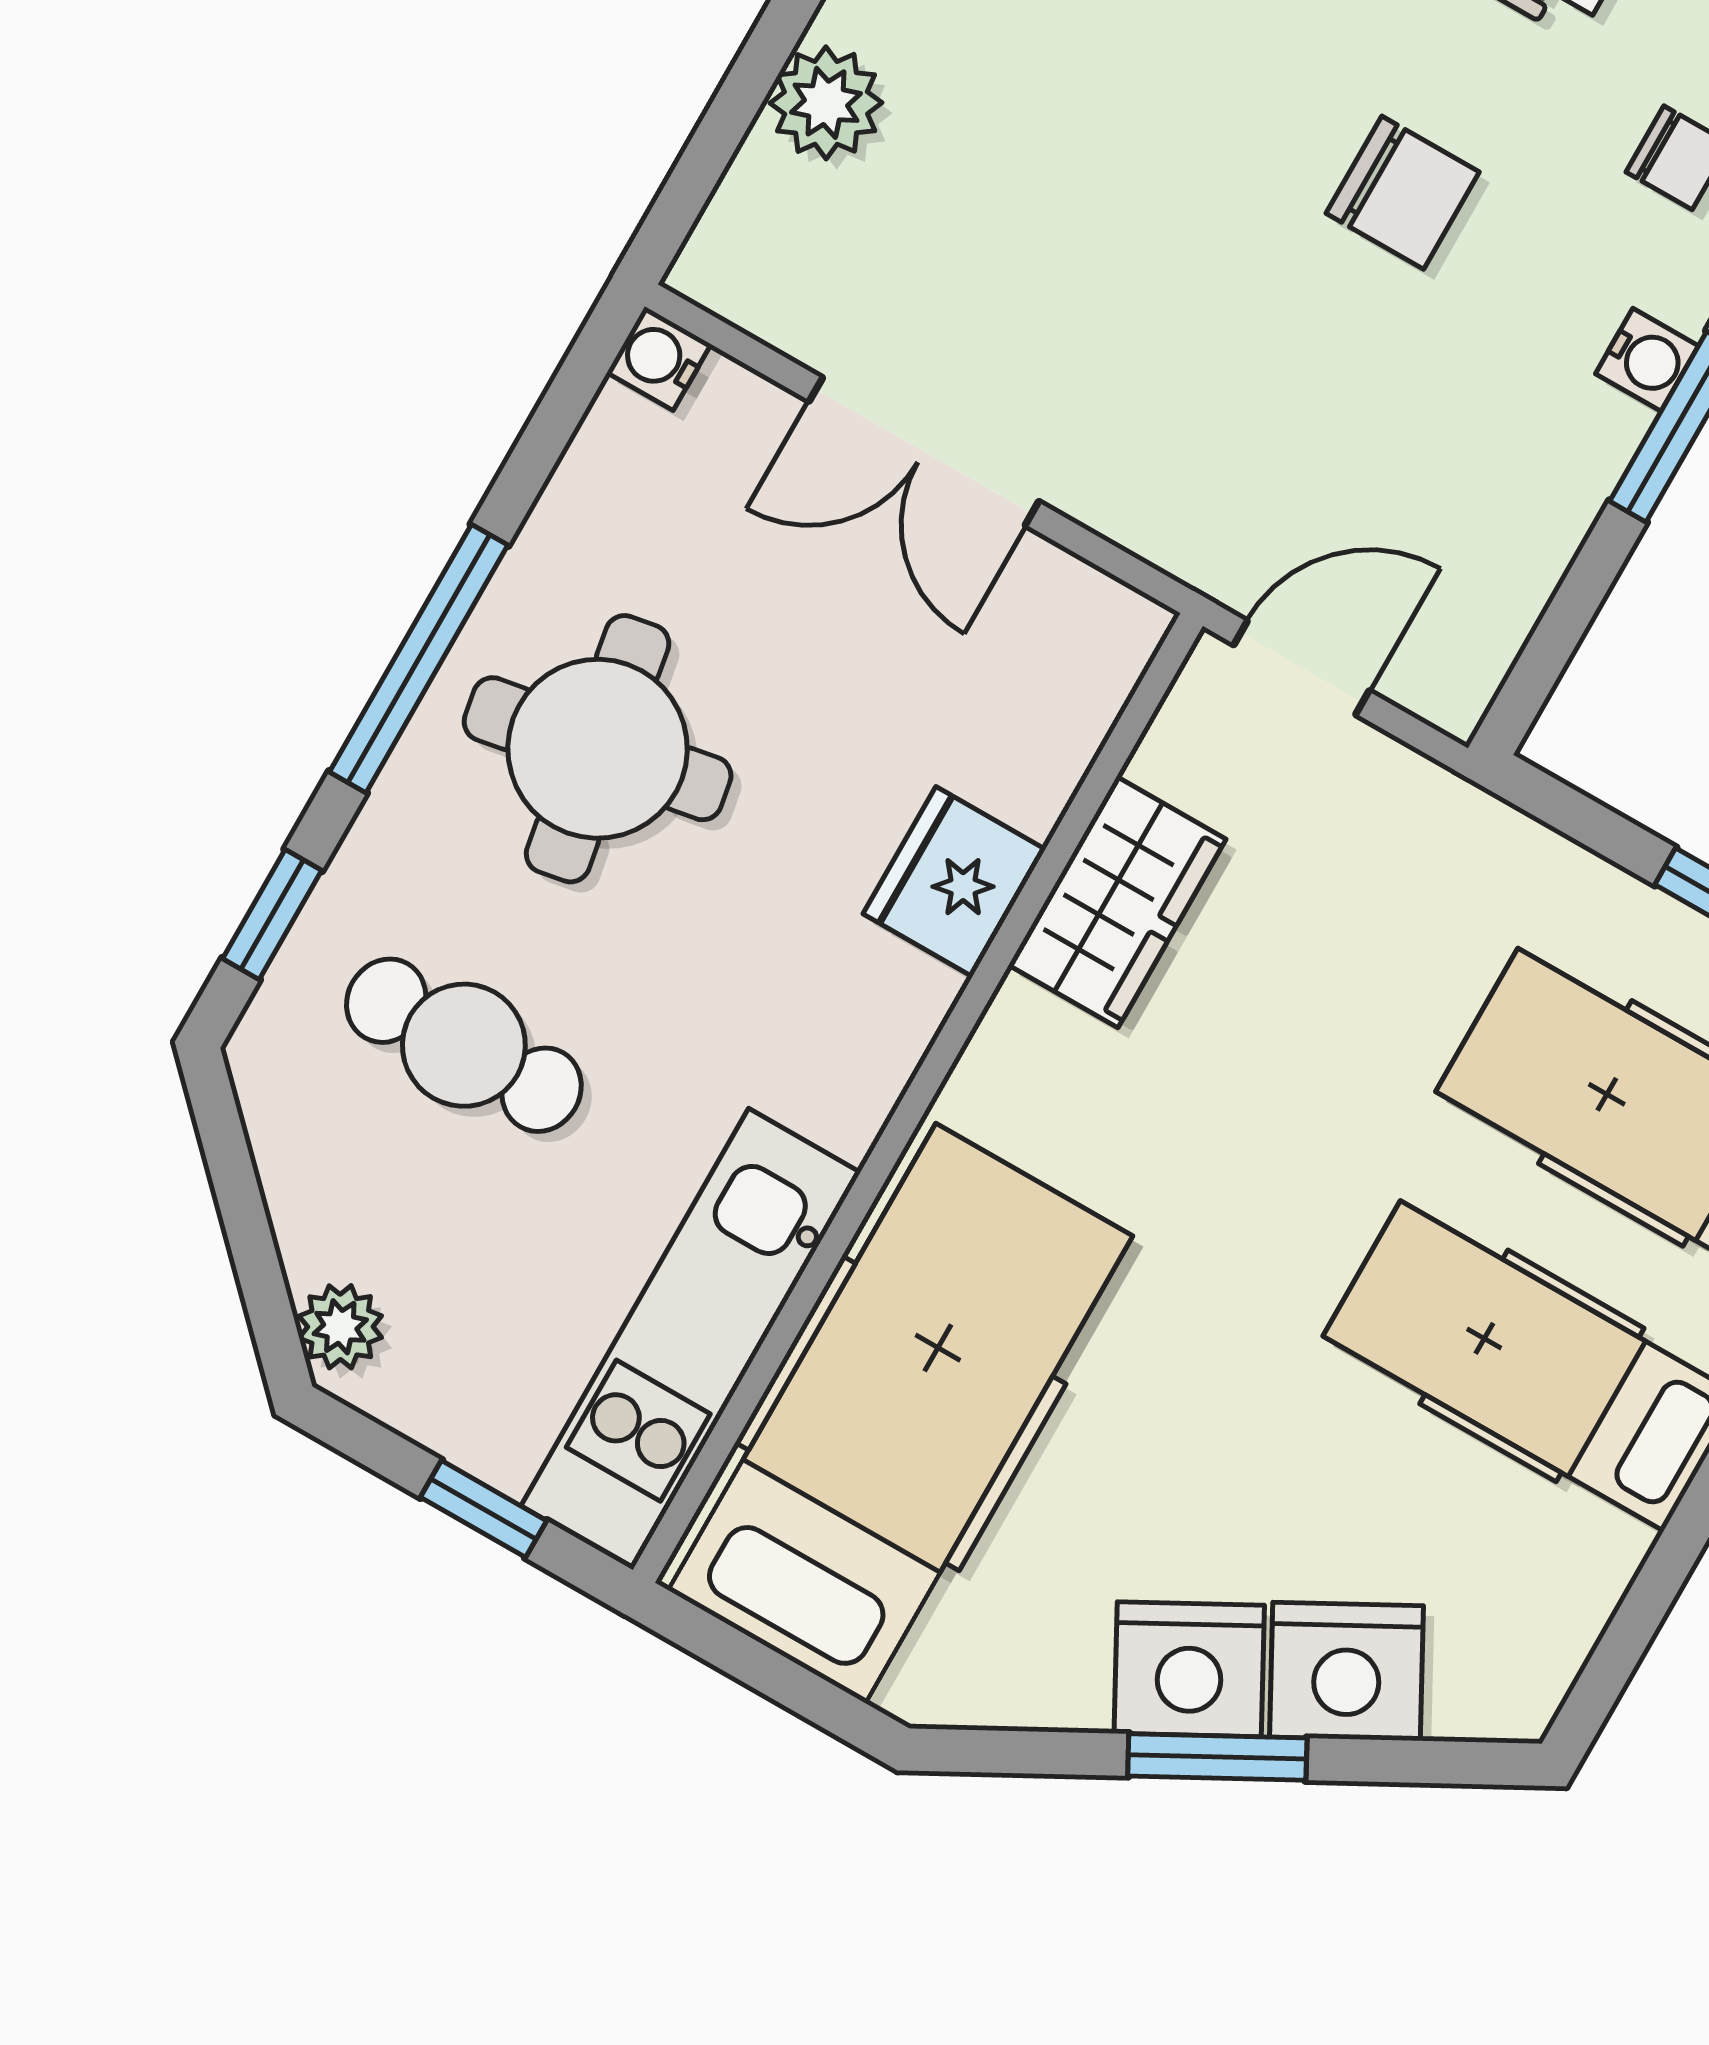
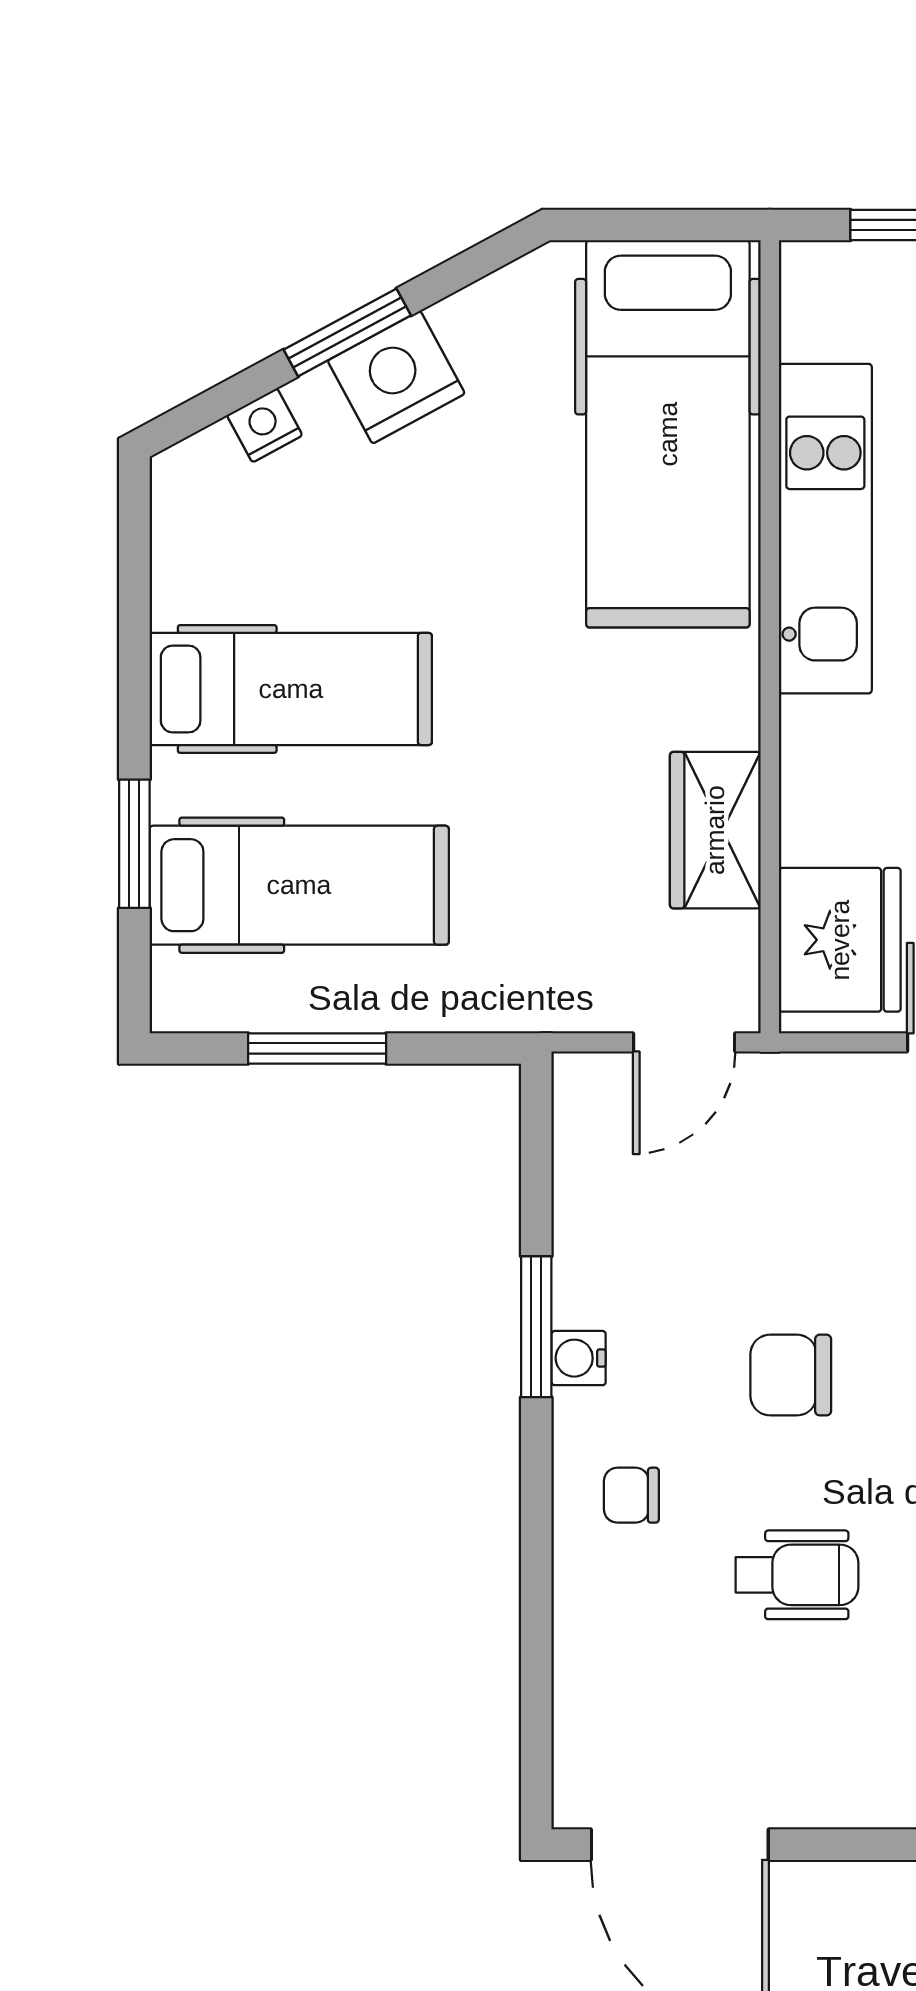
fridge: (954, 882) -> (840, 940), moved, width x1.36, depth x1.34
kitchen unit: (691, 1339) -> (825, 529), moved
nightstand: (1347, 1671) -> (265, 425), width x0.53, depth x0.56

